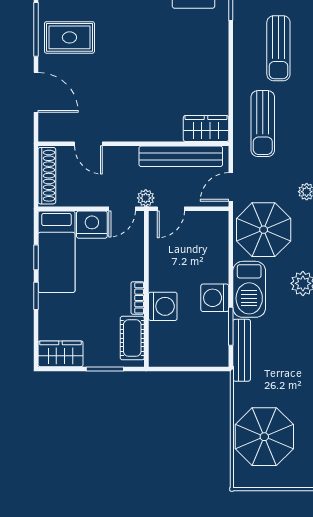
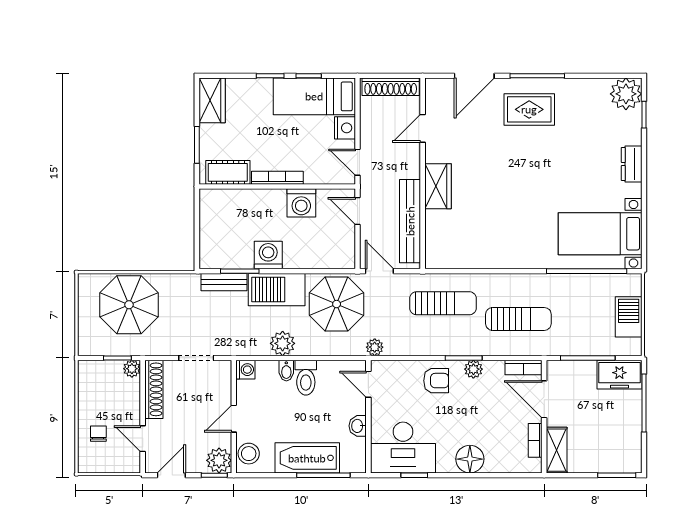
rug: (69, 37) -> (529, 109), turned 90
sun lounger: (278, 48) -> (518, 319), turned 180
sun lounger: (263, 124) -> (443, 303), turned 180
wardrobe: (206, 128) -> (438, 186), moved
plant: (146, 198) -> (368, 186), removed
nightstand: (92, 225) -> (345, 128), width x0.74, depth x0.75
bookcase: (138, 298) -> (277, 178), width x1.56
washing machine: (163, 306) -> (301, 203), moved
bench: (242, 350) -> (224, 282), width x0.73

